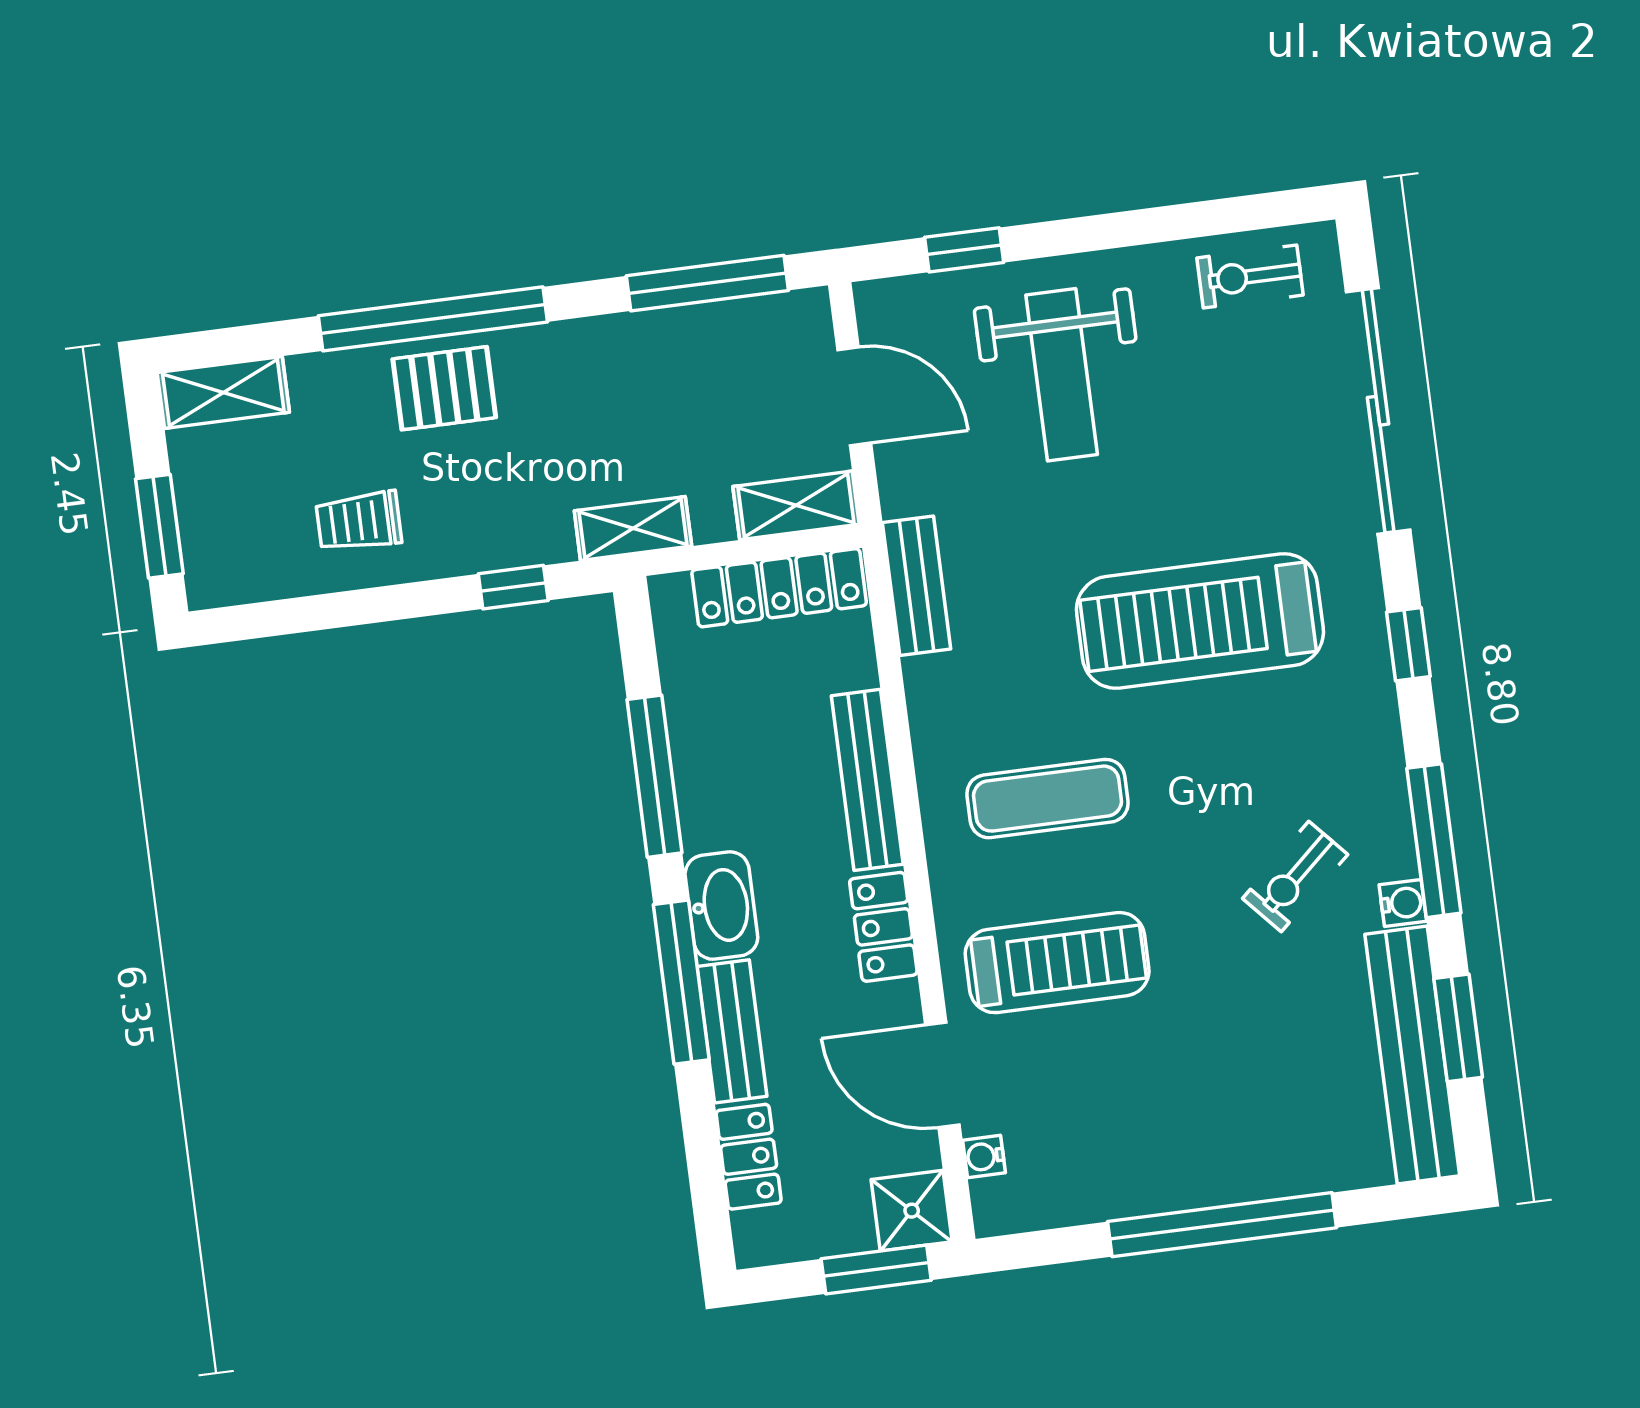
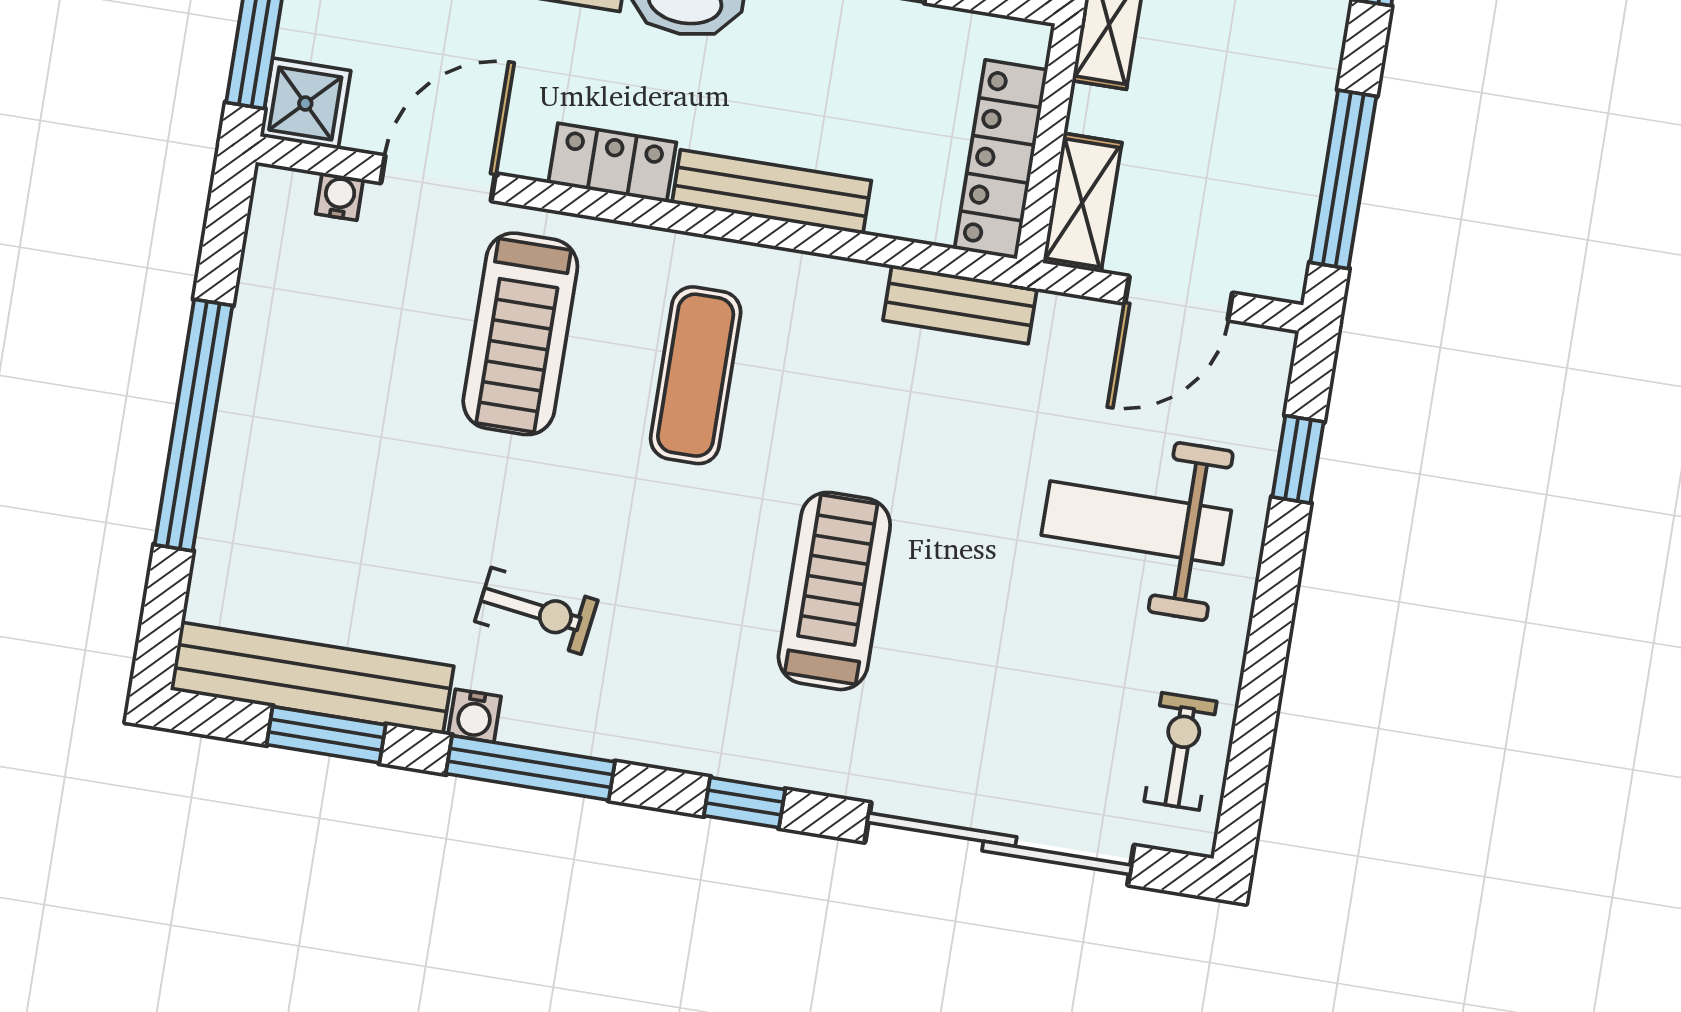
treadmill: (1200, 621) -> (834, 591), width x0.73, depth x0.73
exercise bike: (1295, 876) -> (536, 611), turned 140

